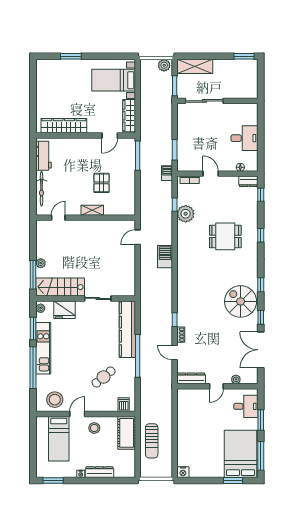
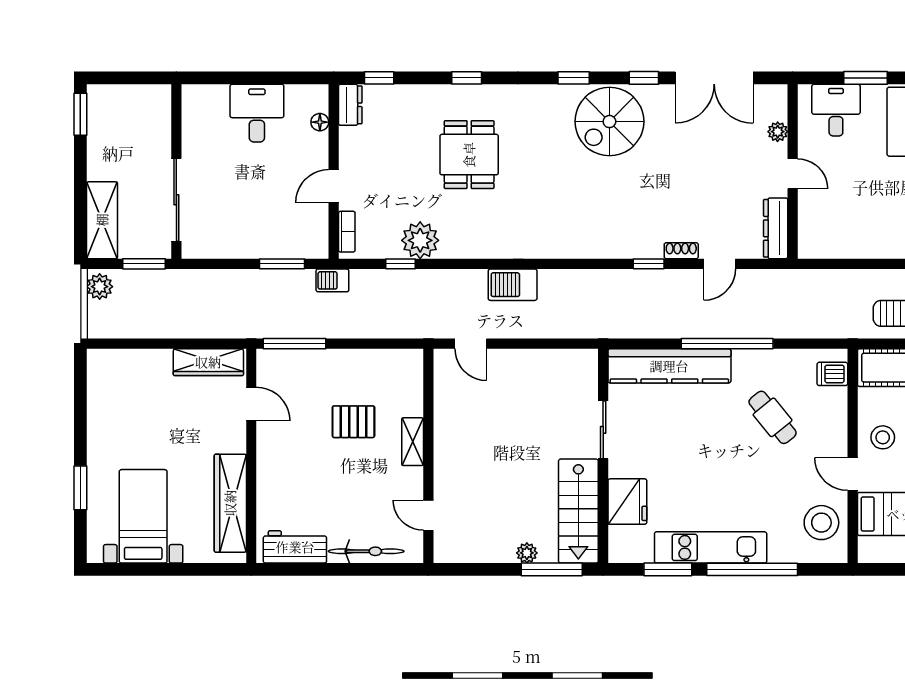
bed with nightstands: (114, 80) -> (143, 516), moved, turned 180
plant: (41, 308) -> (624, 553), removed

